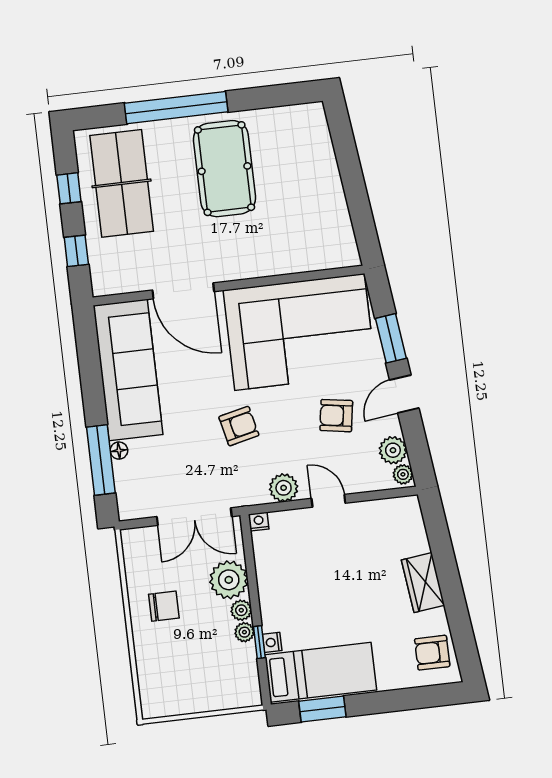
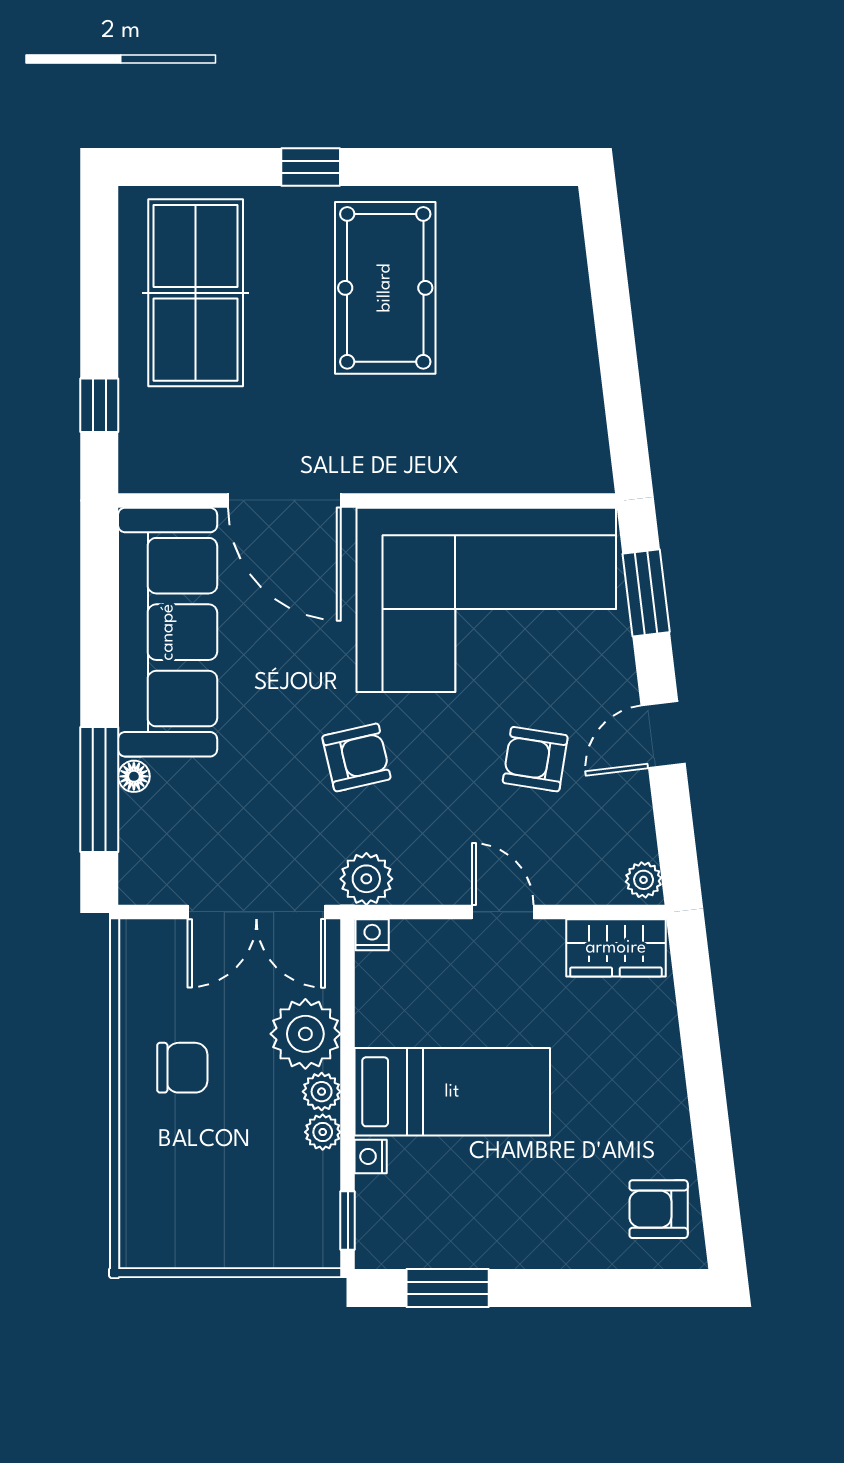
window: (176, 108) -> (311, 167), width x0.32
window: (69, 188) -> (99, 290), removed
window: (391, 338) -> (646, 593), moved
plant: (393, 450) -> (631, 834), removed
plant: (284, 488) -> (366, 879), moved
wardrobe: (423, 583) -> (616, 948), moved, turned -83
window: (259, 642) -> (348, 1221), moved
bed: (321, 672) -> (452, 1092), moved

